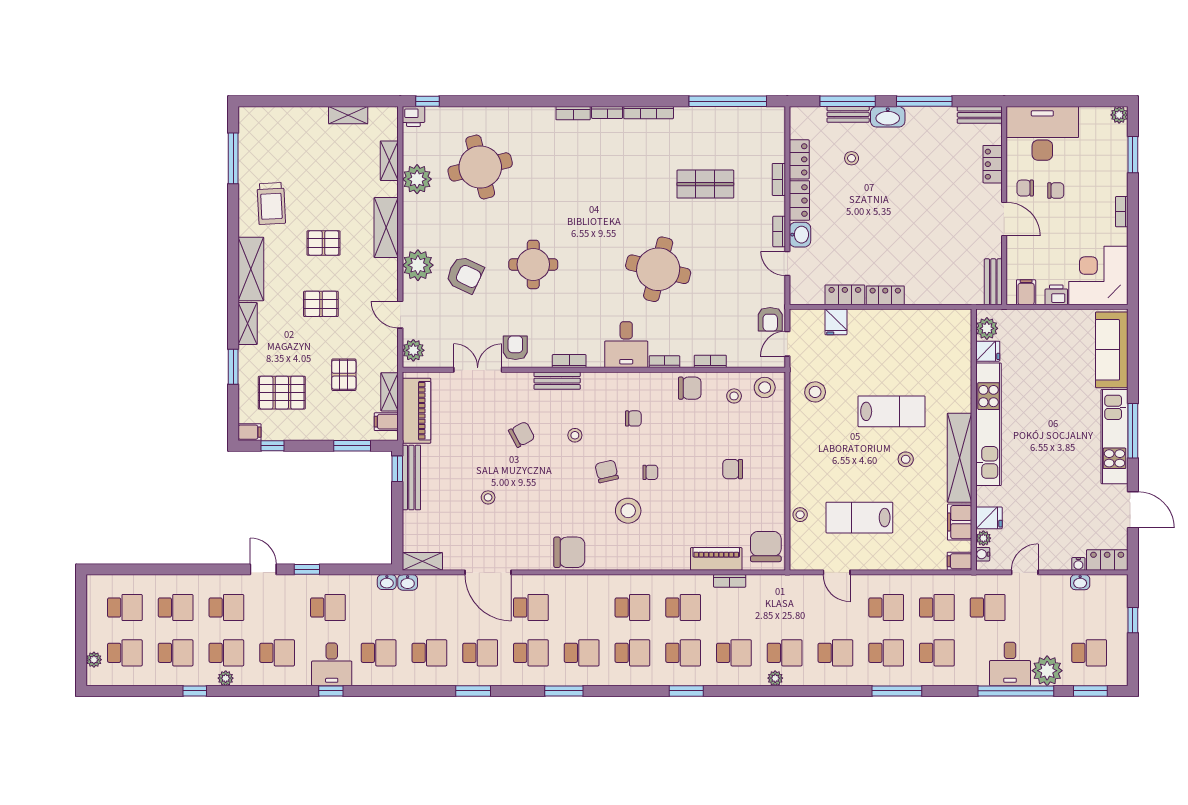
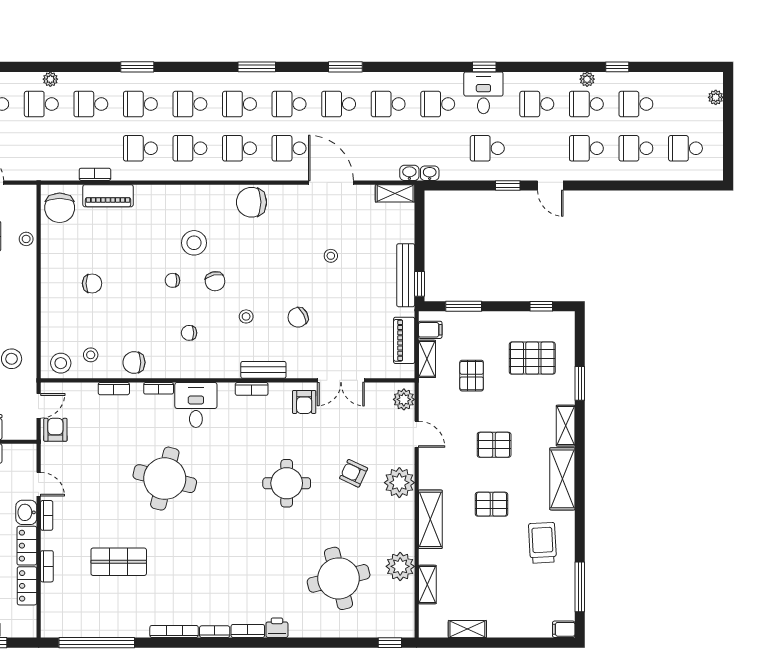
printer: (413, 116) -> (277, 628), moved
armchair: (465, 275) -> (354, 473), width x0.72, depth x0.72
piano: (416, 411) -> (404, 340), width x0.73, depth x0.75
filing cabinet: (250, 432) -> (564, 629), moved
school desk: (125, 653) -> (240, 148), moved

